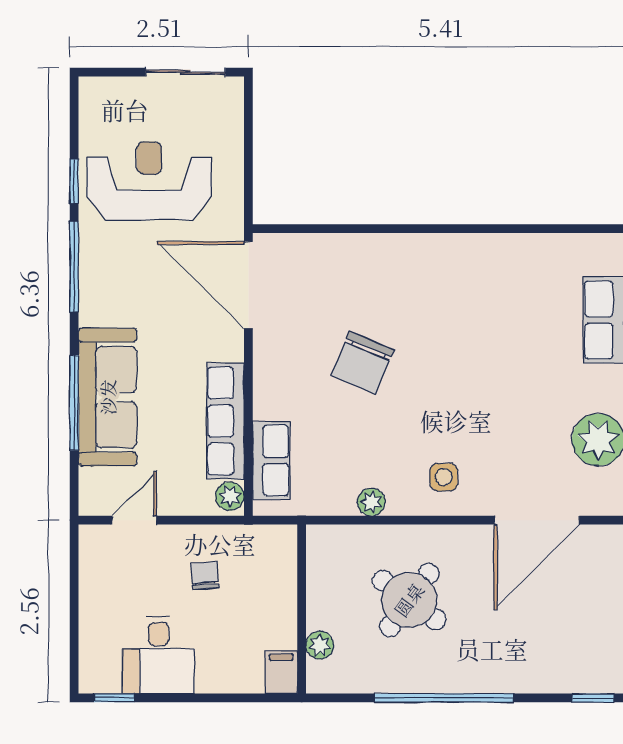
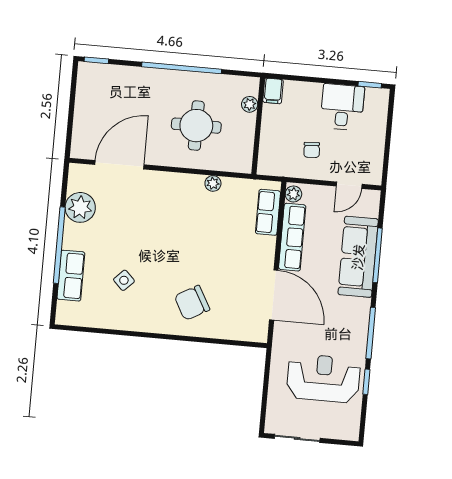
reception desk: (149, 181) -> (323, 378), turned 180
door: (248, 285) -> (274, 295), moved
chair: (362, 363) -> (192, 303), moved, turned -142
side table: (444, 477) -> (124, 280), moved, turned 45
round table: (409, 600) -> (196, 126), turned -36

